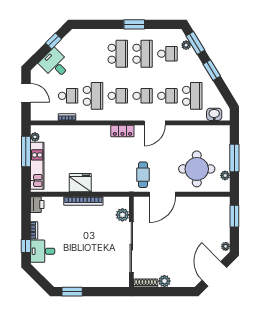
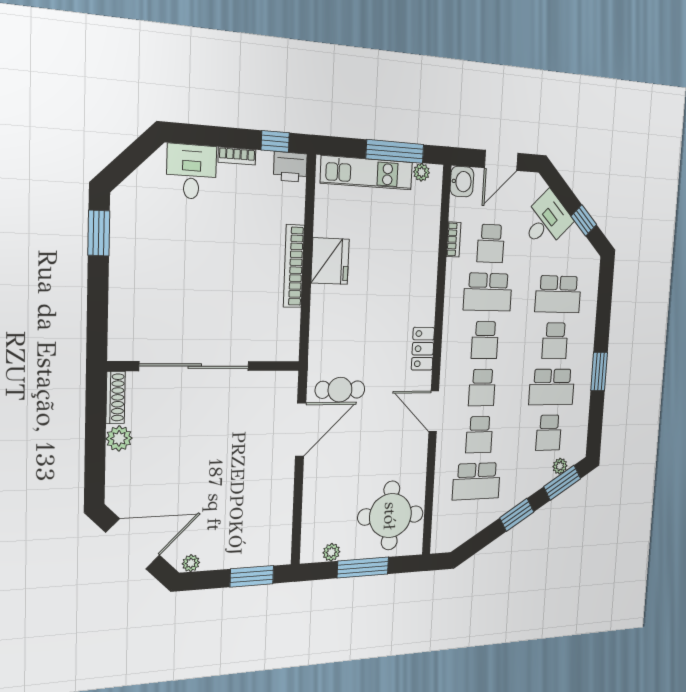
school desk: (93, 54) -> (558, 294), added
school desk: (118, 54) -> (555, 341), width x0.54
washbasin: (214, 114) -> (462, 182), moved
round table: (197, 169) -> (390, 516), moved
door: (162, 194) -> (301, 430), swing flipped
plant: (122, 215) -> (263, 348), removed
window: (26, 246) -> (275, 141), moved

